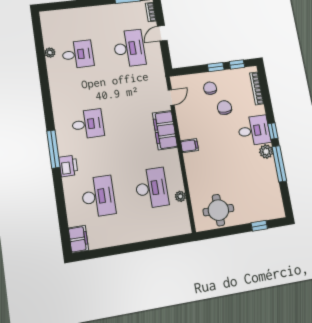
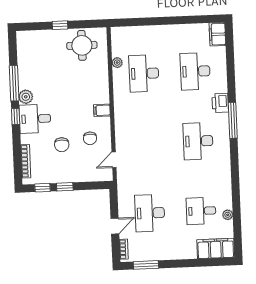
chair: (210, 88) -> (90, 138), moved
desk: (88, 124) -> (198, 141), width x1.37
filing cabinet: (165, 130) -> (216, 248), moved, turned -90
window: (259, 226) -> (60, 25), moved

